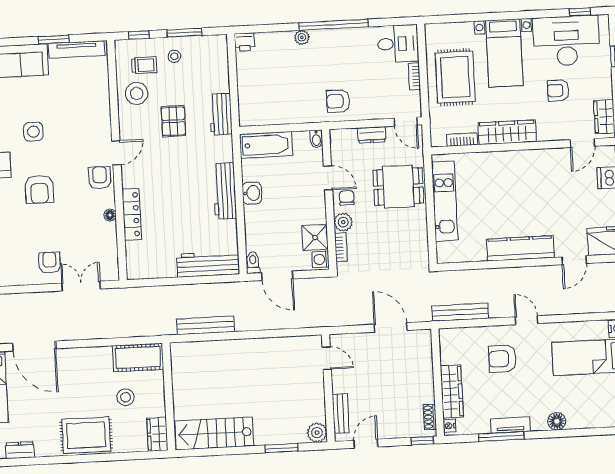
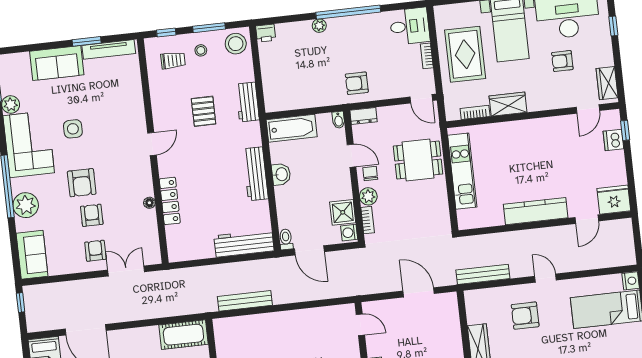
stool: (137, 93) -> (236, 44), moved
wardrobe: (507, 132) -> (508, 104), width x0.67
dresser: (372, 135) -> (364, 116), moved
armchair: (100, 178) -> (92, 215), moved

